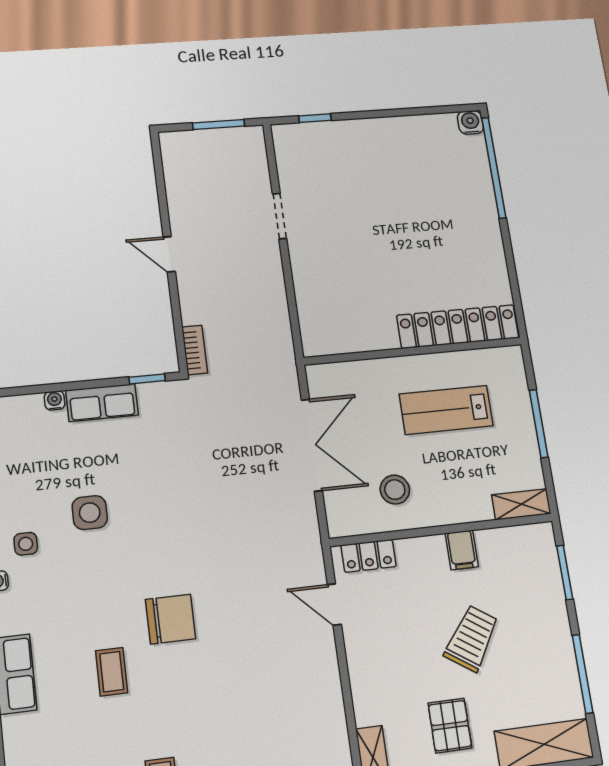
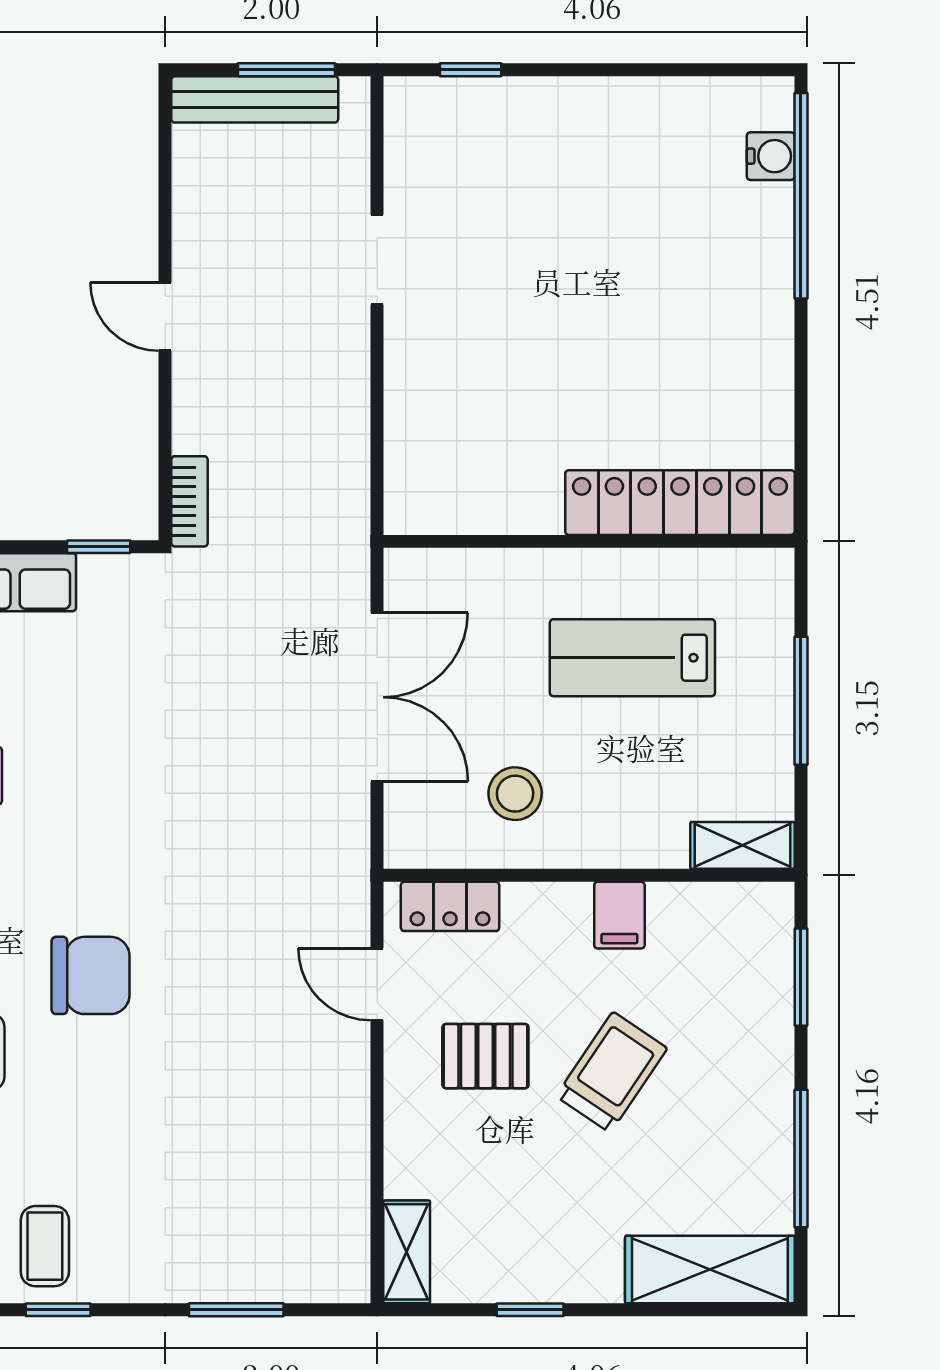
water cooler: (470, 122) -> (771, 156), moved, turned 90
bench: (204, 140) -> (255, 99), added
pallet: (450, 726) -> (485, 1056), moved, turned 90

